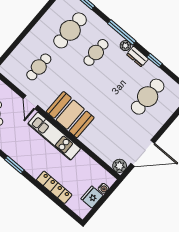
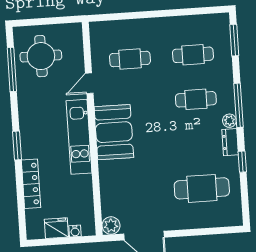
cafe table: (70, 30) -> (193, 55), width x0.73, depth x0.74
window: (14, 165) -> (17, 145), moved

